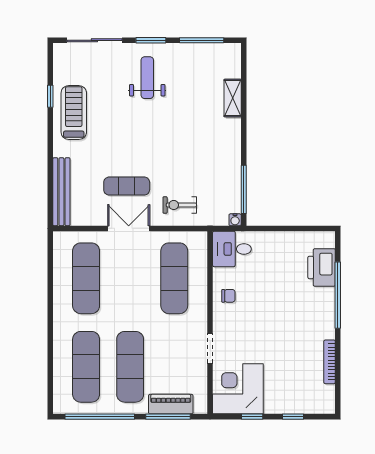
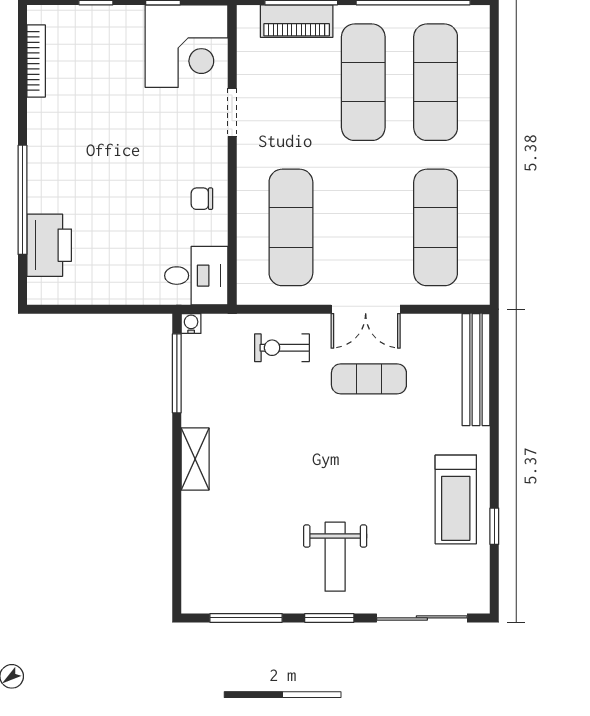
shelving: (233, 98) -> (195, 459), moved
exercise bike: (180, 205) -> (282, 348), turned 180
bookcase: (330, 362) -> (36, 61), moved

